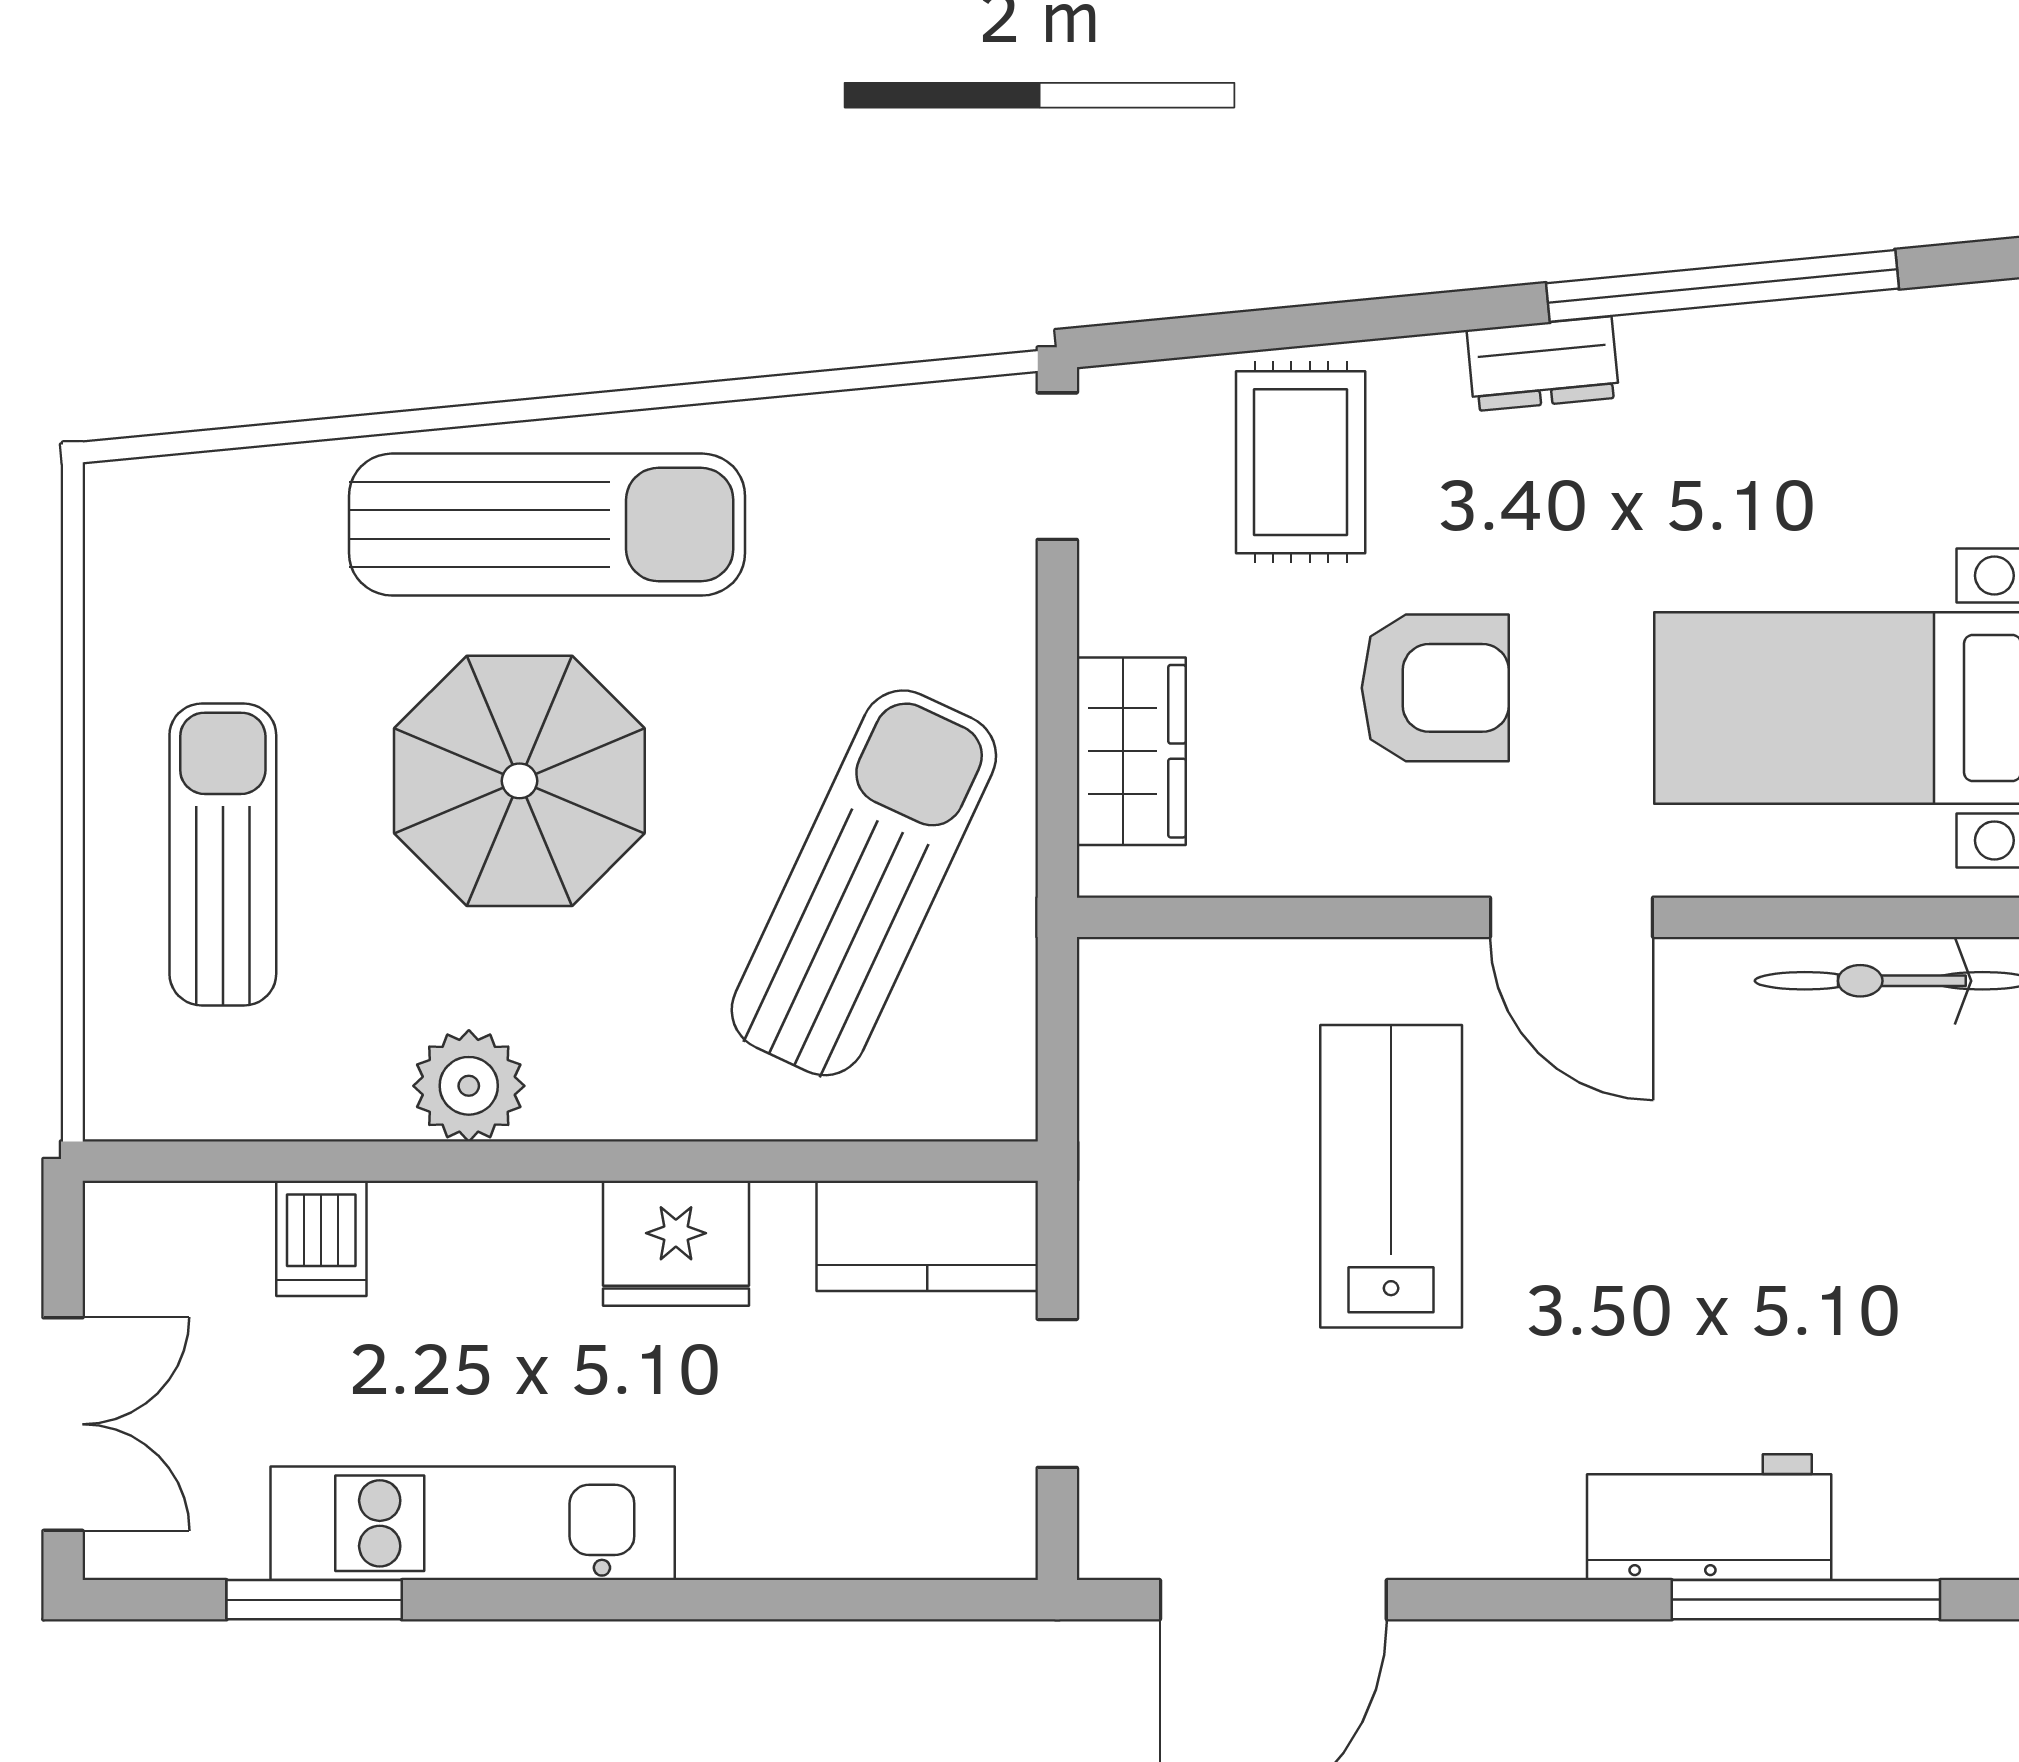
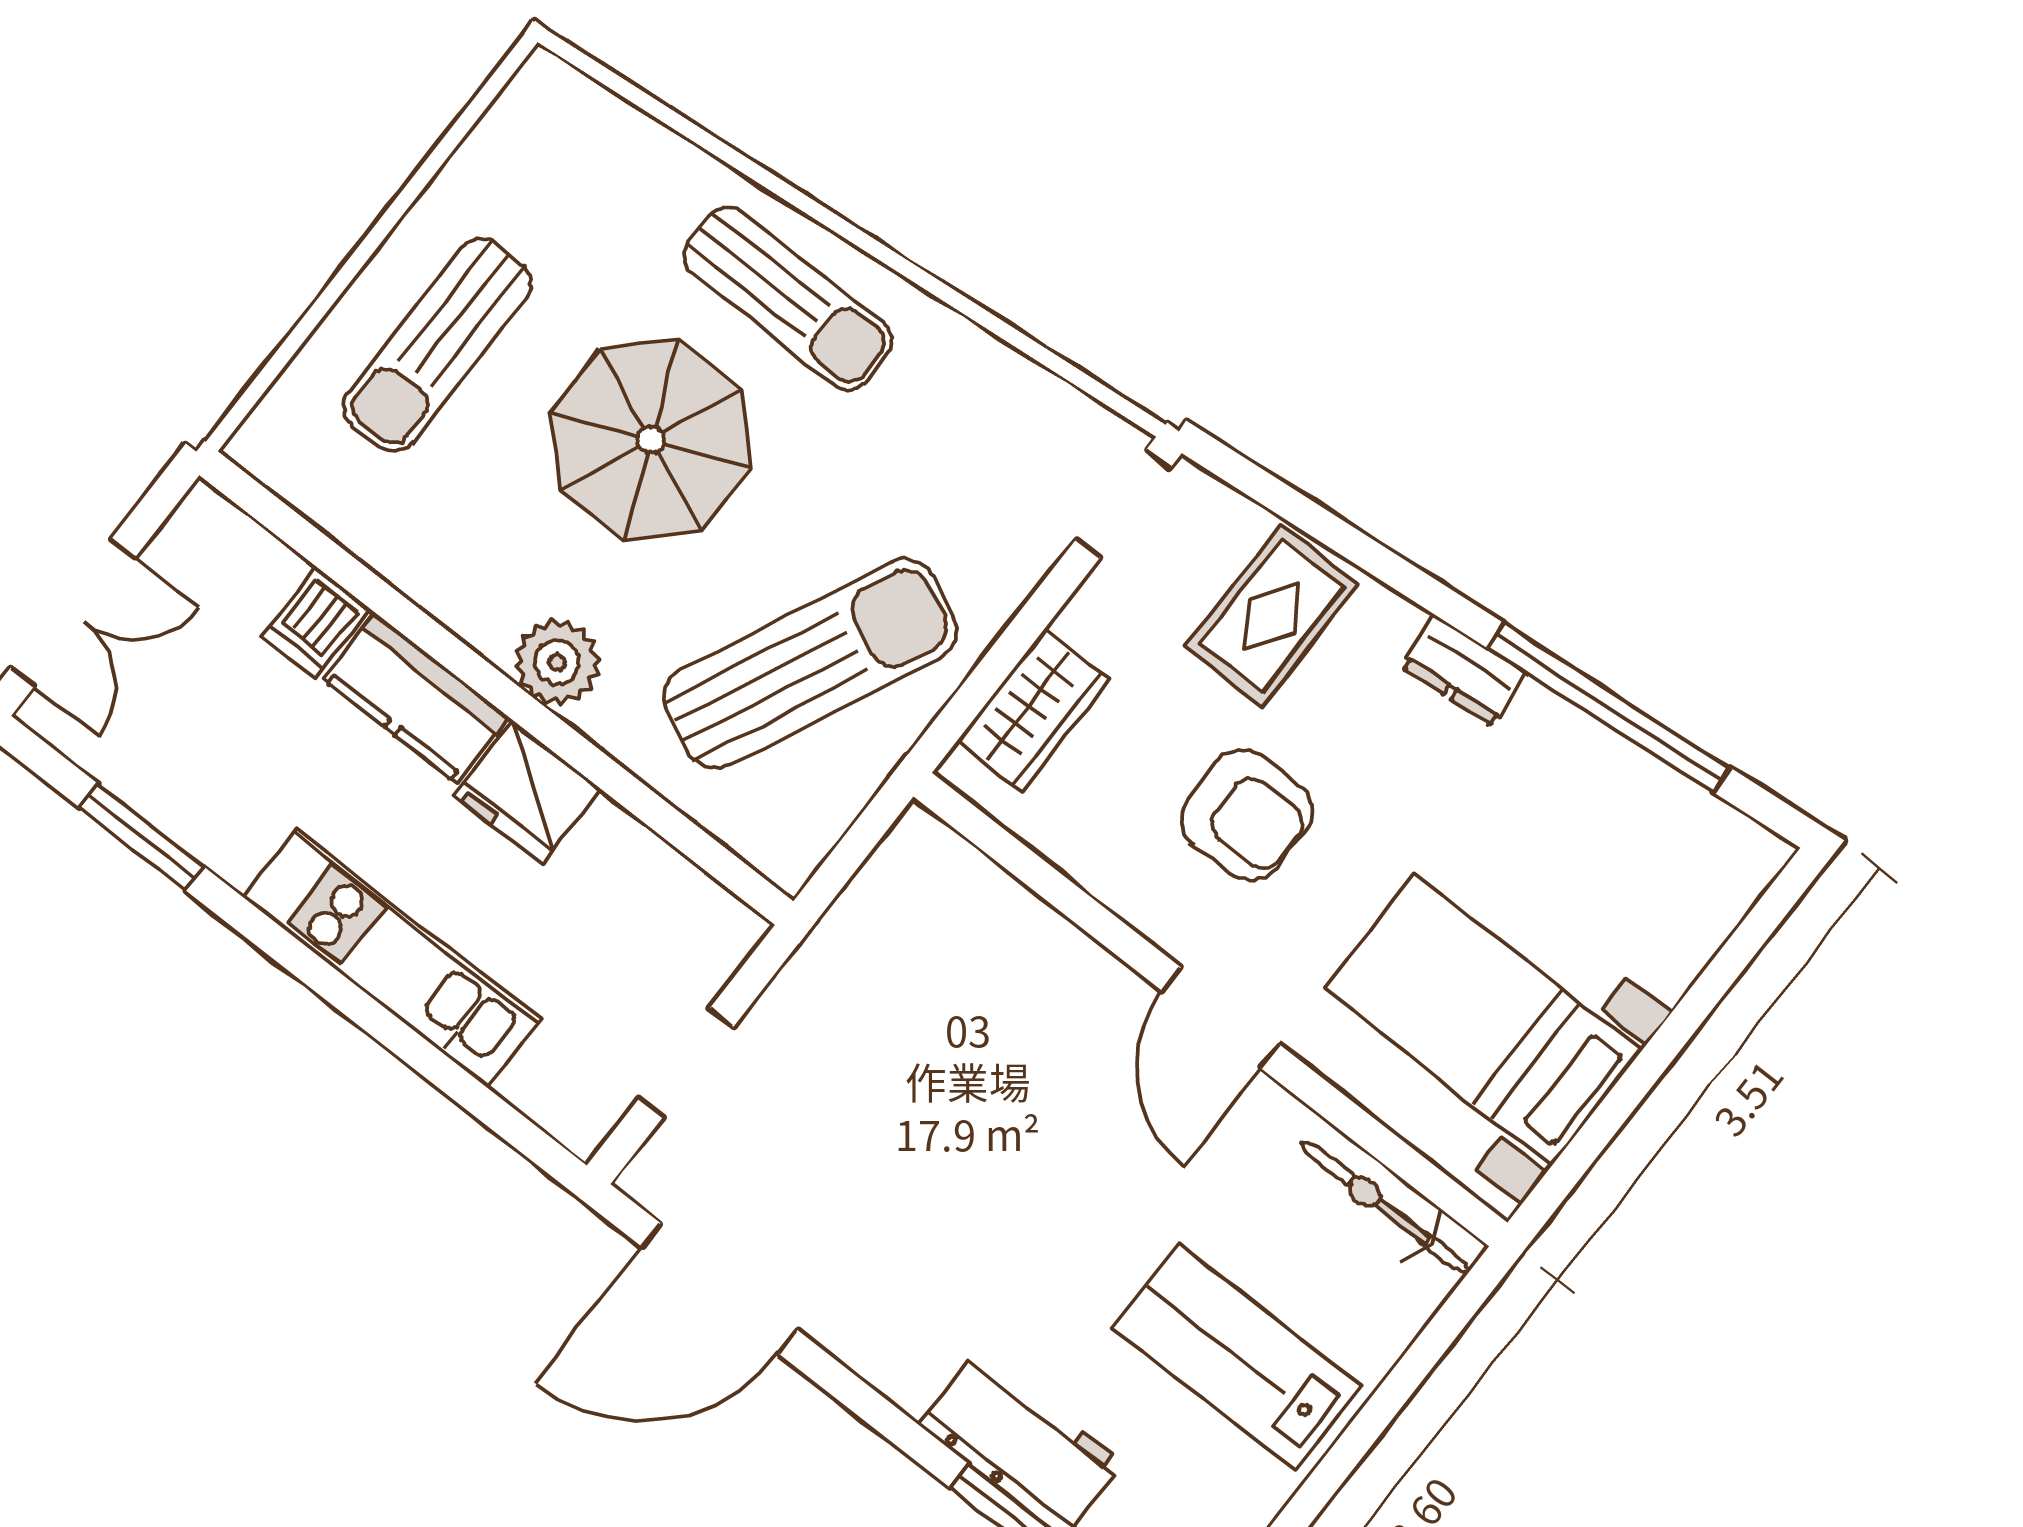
sun lounger: (547, 525) -> (788, 298), width x0.73, depth x0.75
sun lounger: (223, 854) -> (437, 345), turned 180
plant: (469, 1086) -> (557, 663), moved
lab bench: (1391, 1176) -> (1237, 1357), moved, turned -90
kitchen counter: (927, 1236) -> (416, 698), moved
kitchen unit: (473, 1523) -> (392, 958), moved

